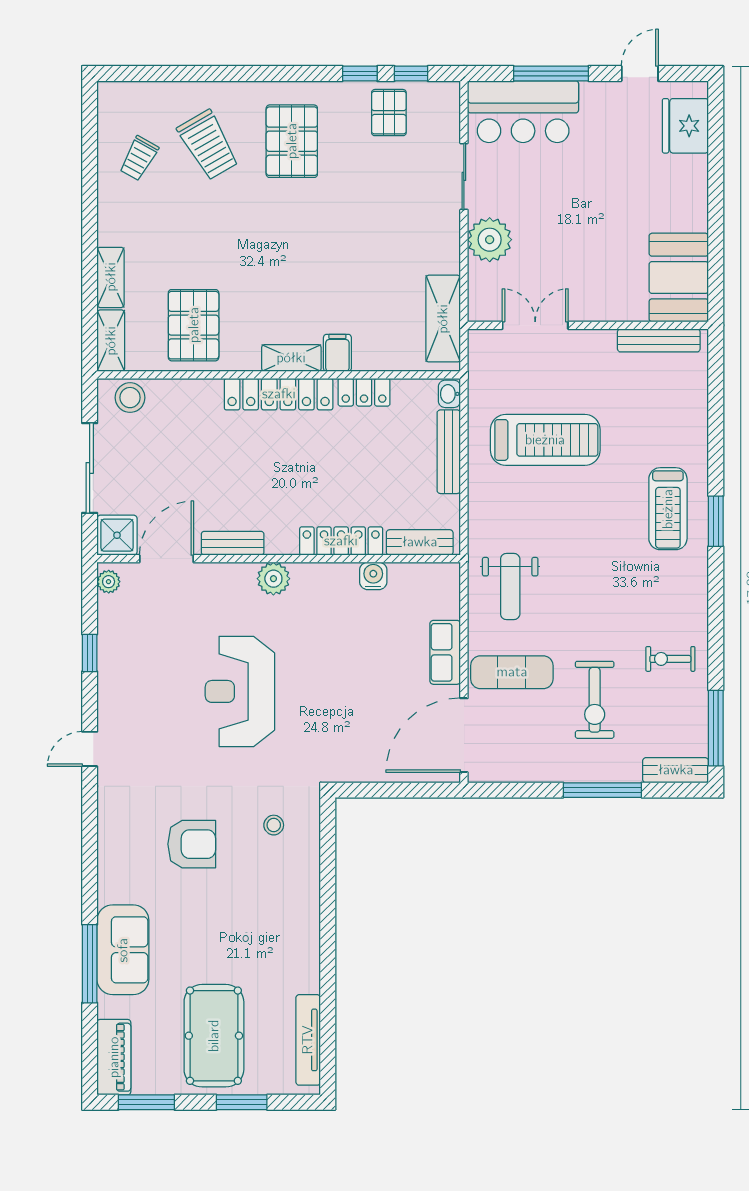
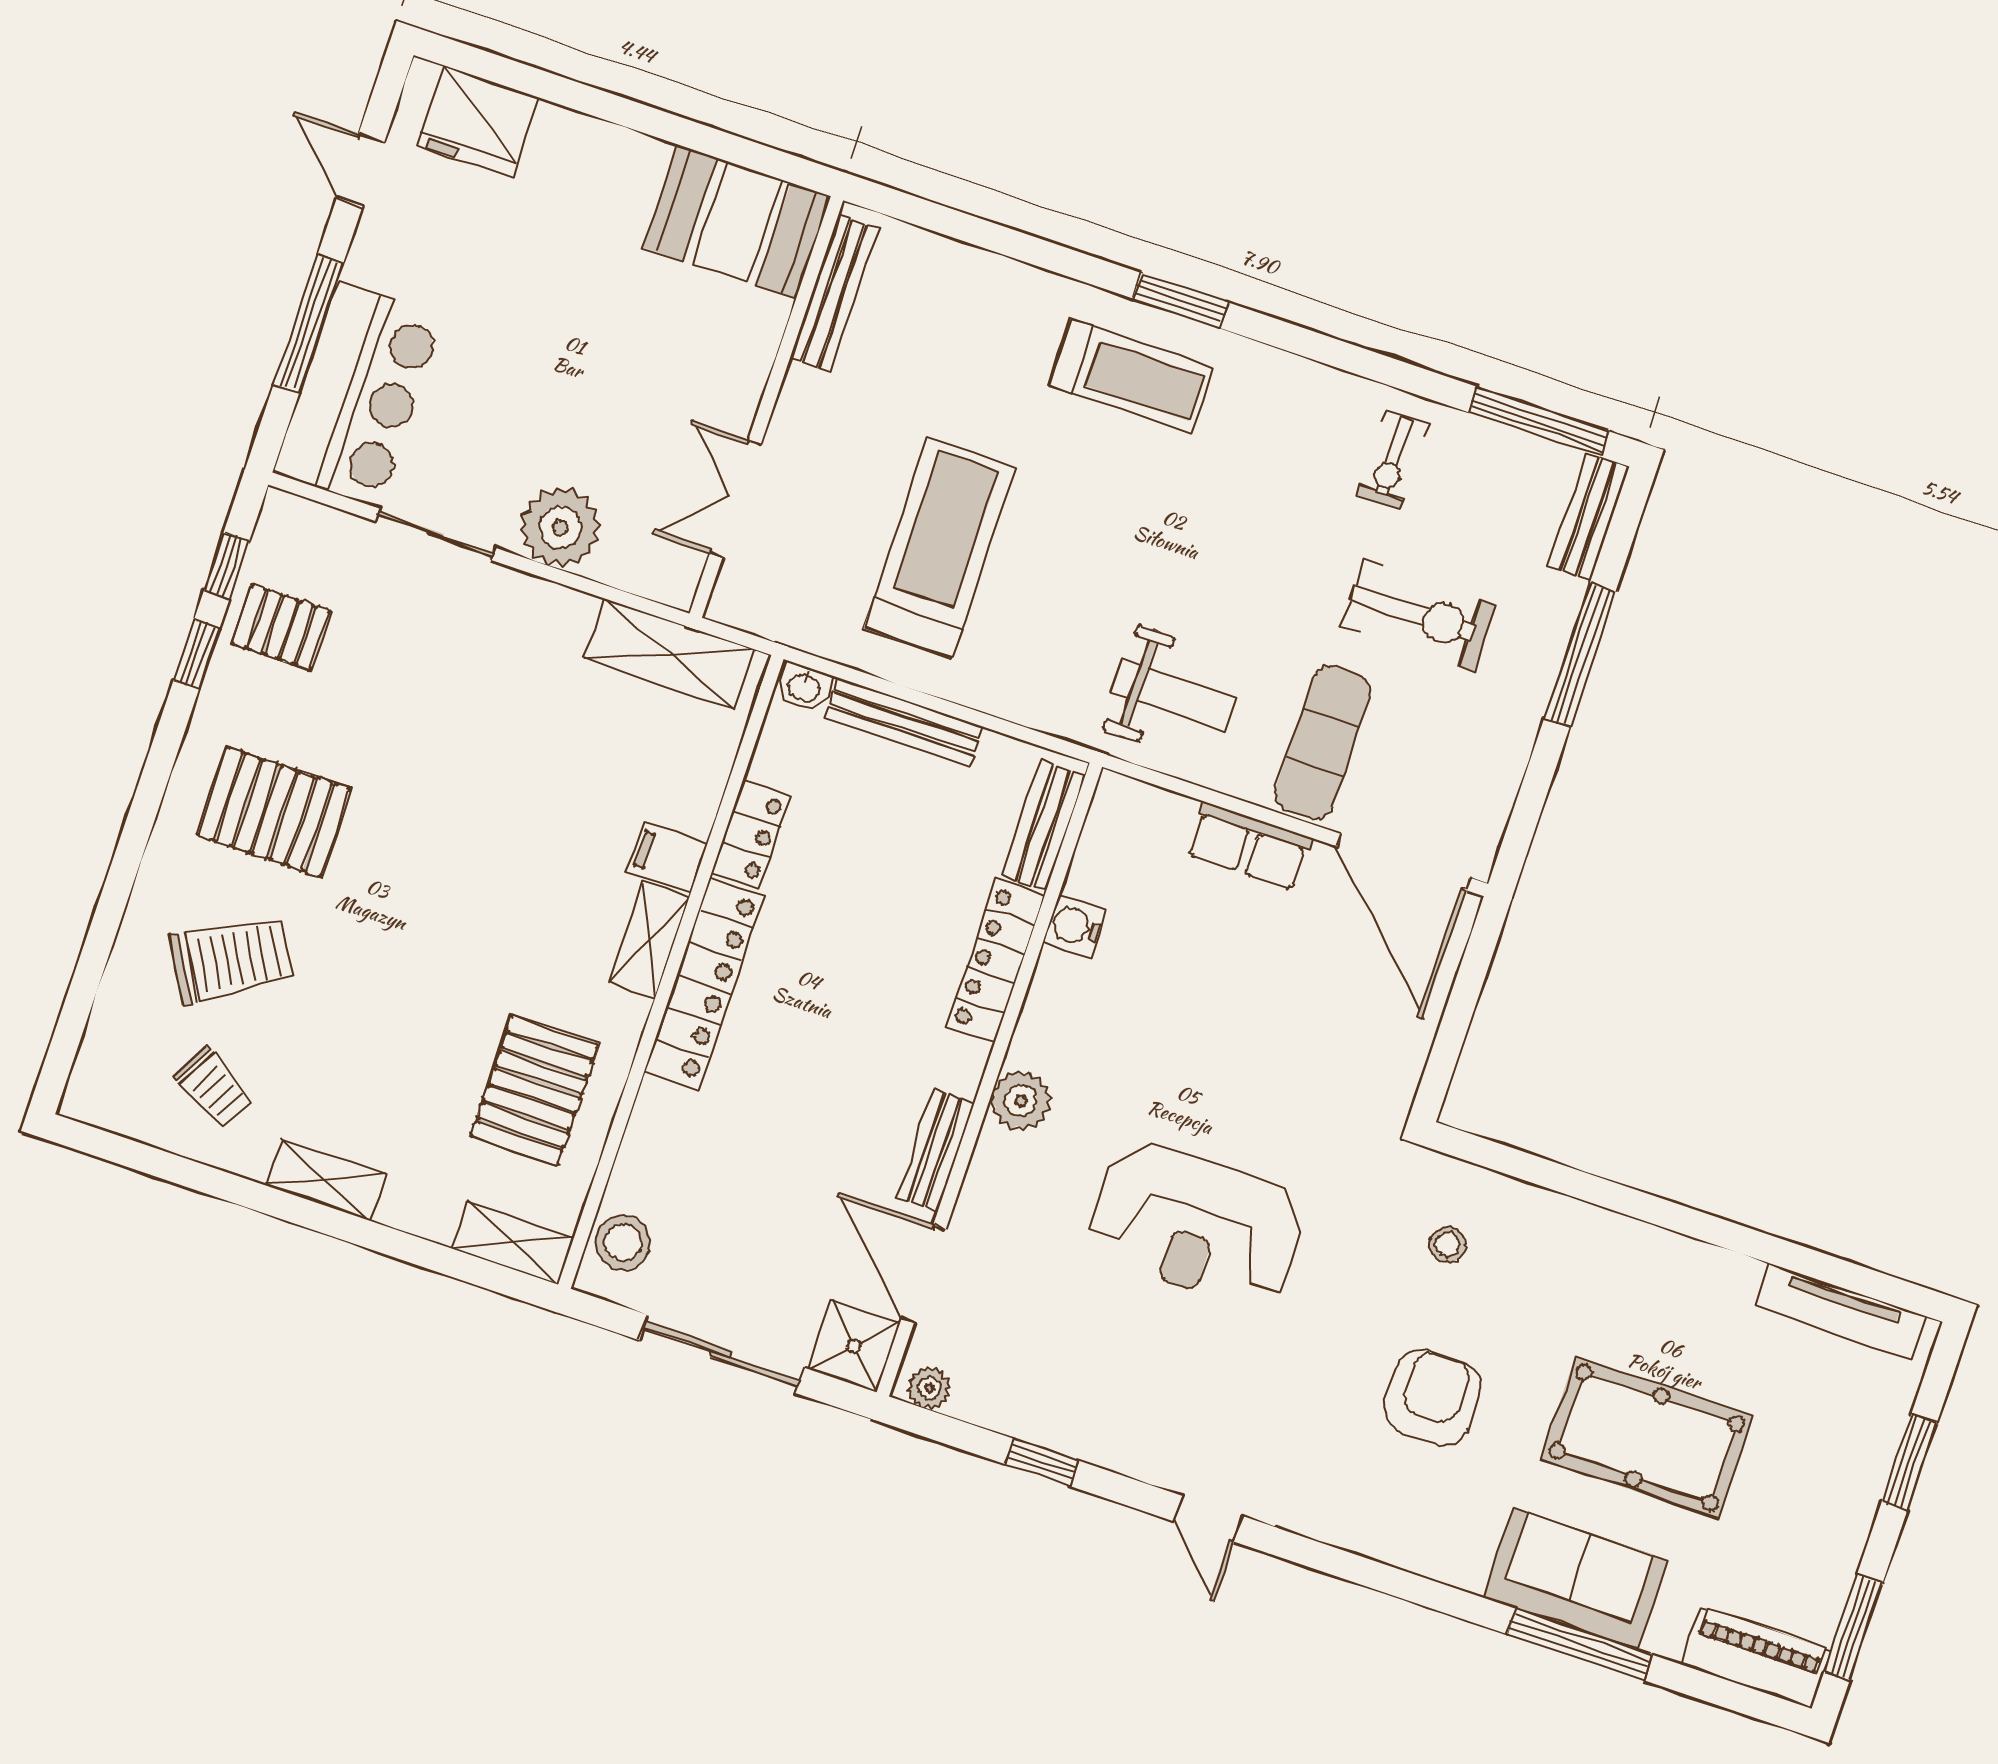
shelving: (111, 277) -> (326, 1180), moved
pallet: (194, 325) -> (535, 1090), turned 90
pool table: (214, 1036) -> (1647, 1438), moved

